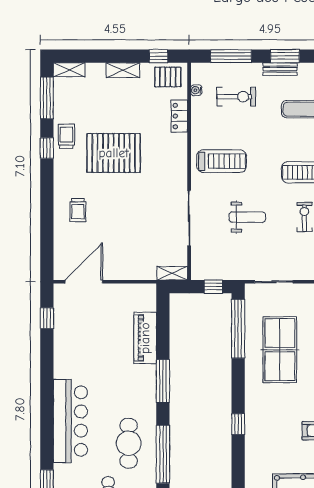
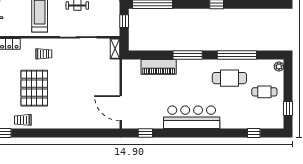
window: (47, 148) -> (31, 133), removed
trolley: (78, 210) -> (44, 54), moved
bar counter: (70, 421) -> (192, 117), moved

